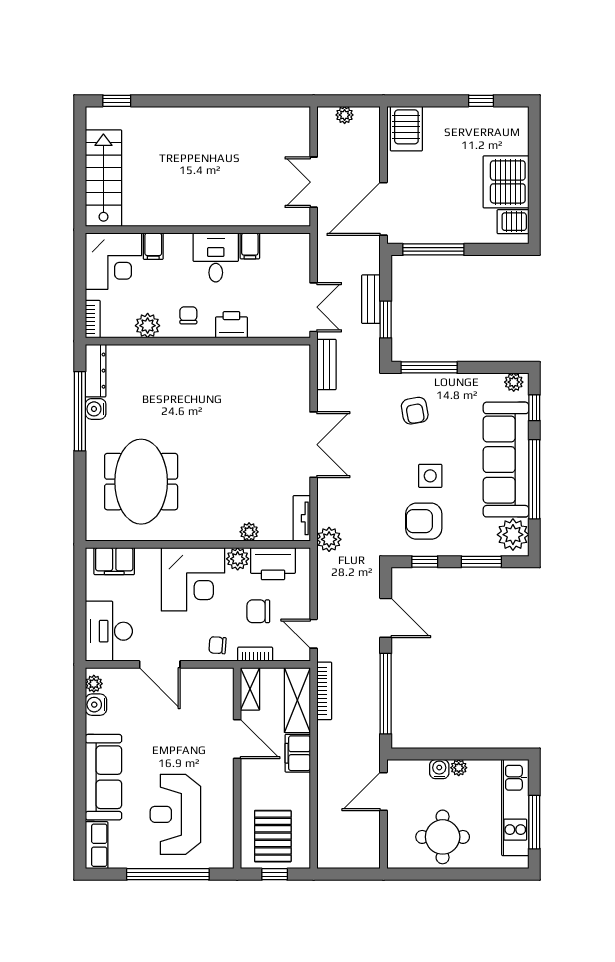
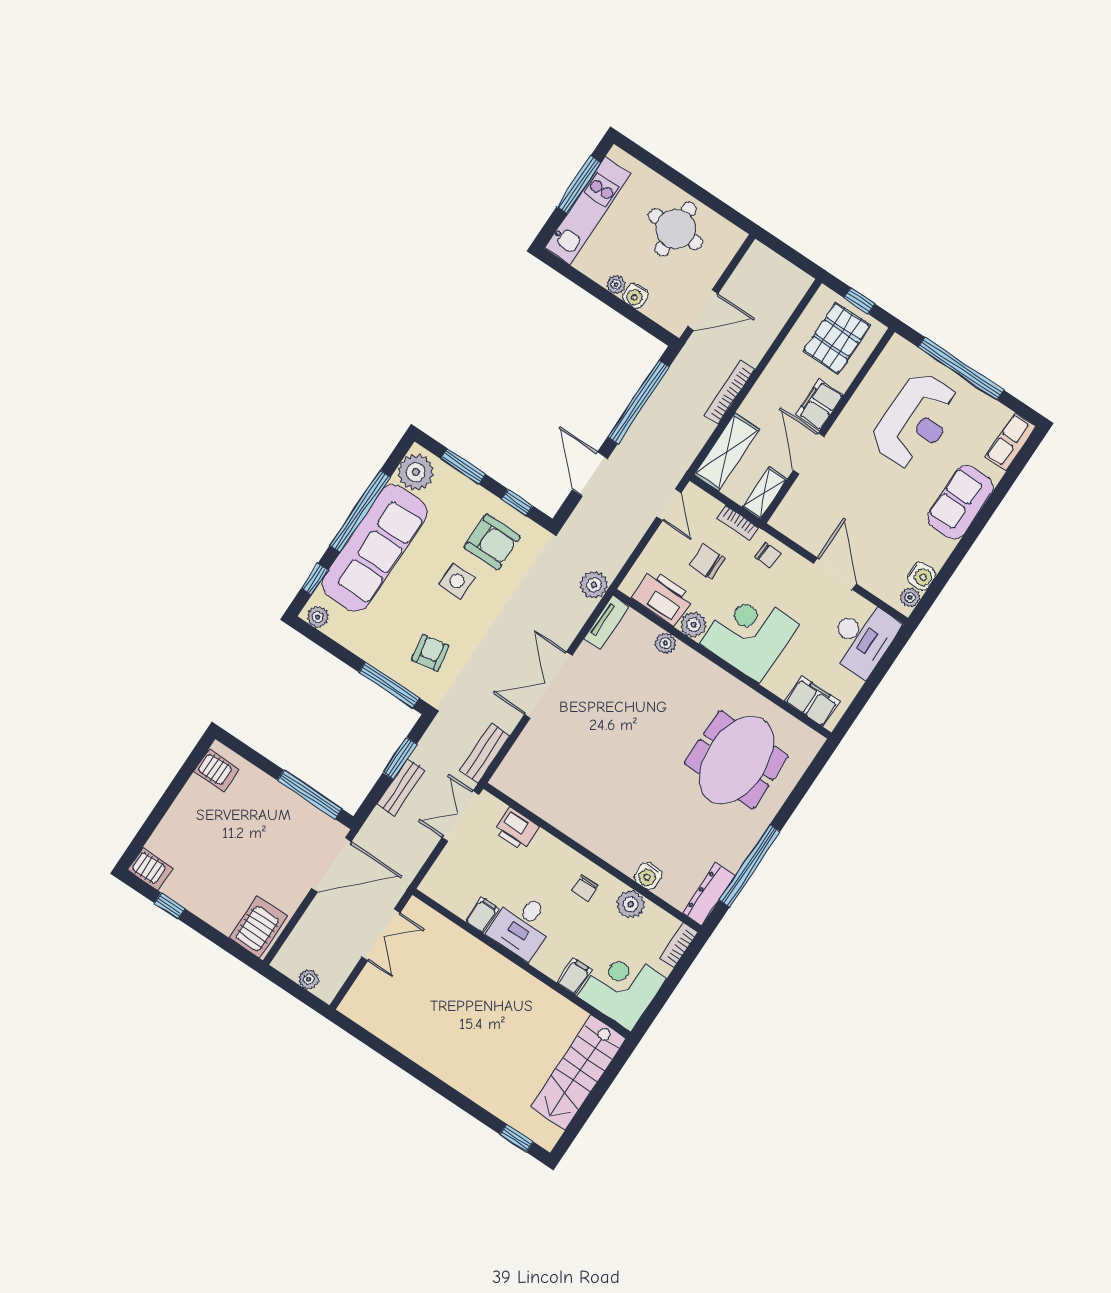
server rack: (506, 182) -> (150, 869), moved, width x0.46, depth x0.70
printer: (231, 325) -> (516, 829), moved
water cooler: (96, 409) -> (648, 876), moved, turned 90
chair: (258, 611) -> (707, 561), turned 180
bookcase: (324, 691) -> (729, 392), moved
filing cabinet: (298, 753) -> (819, 405), moved, turned 180
sofa: (103, 777) -> (961, 502), width x0.73

